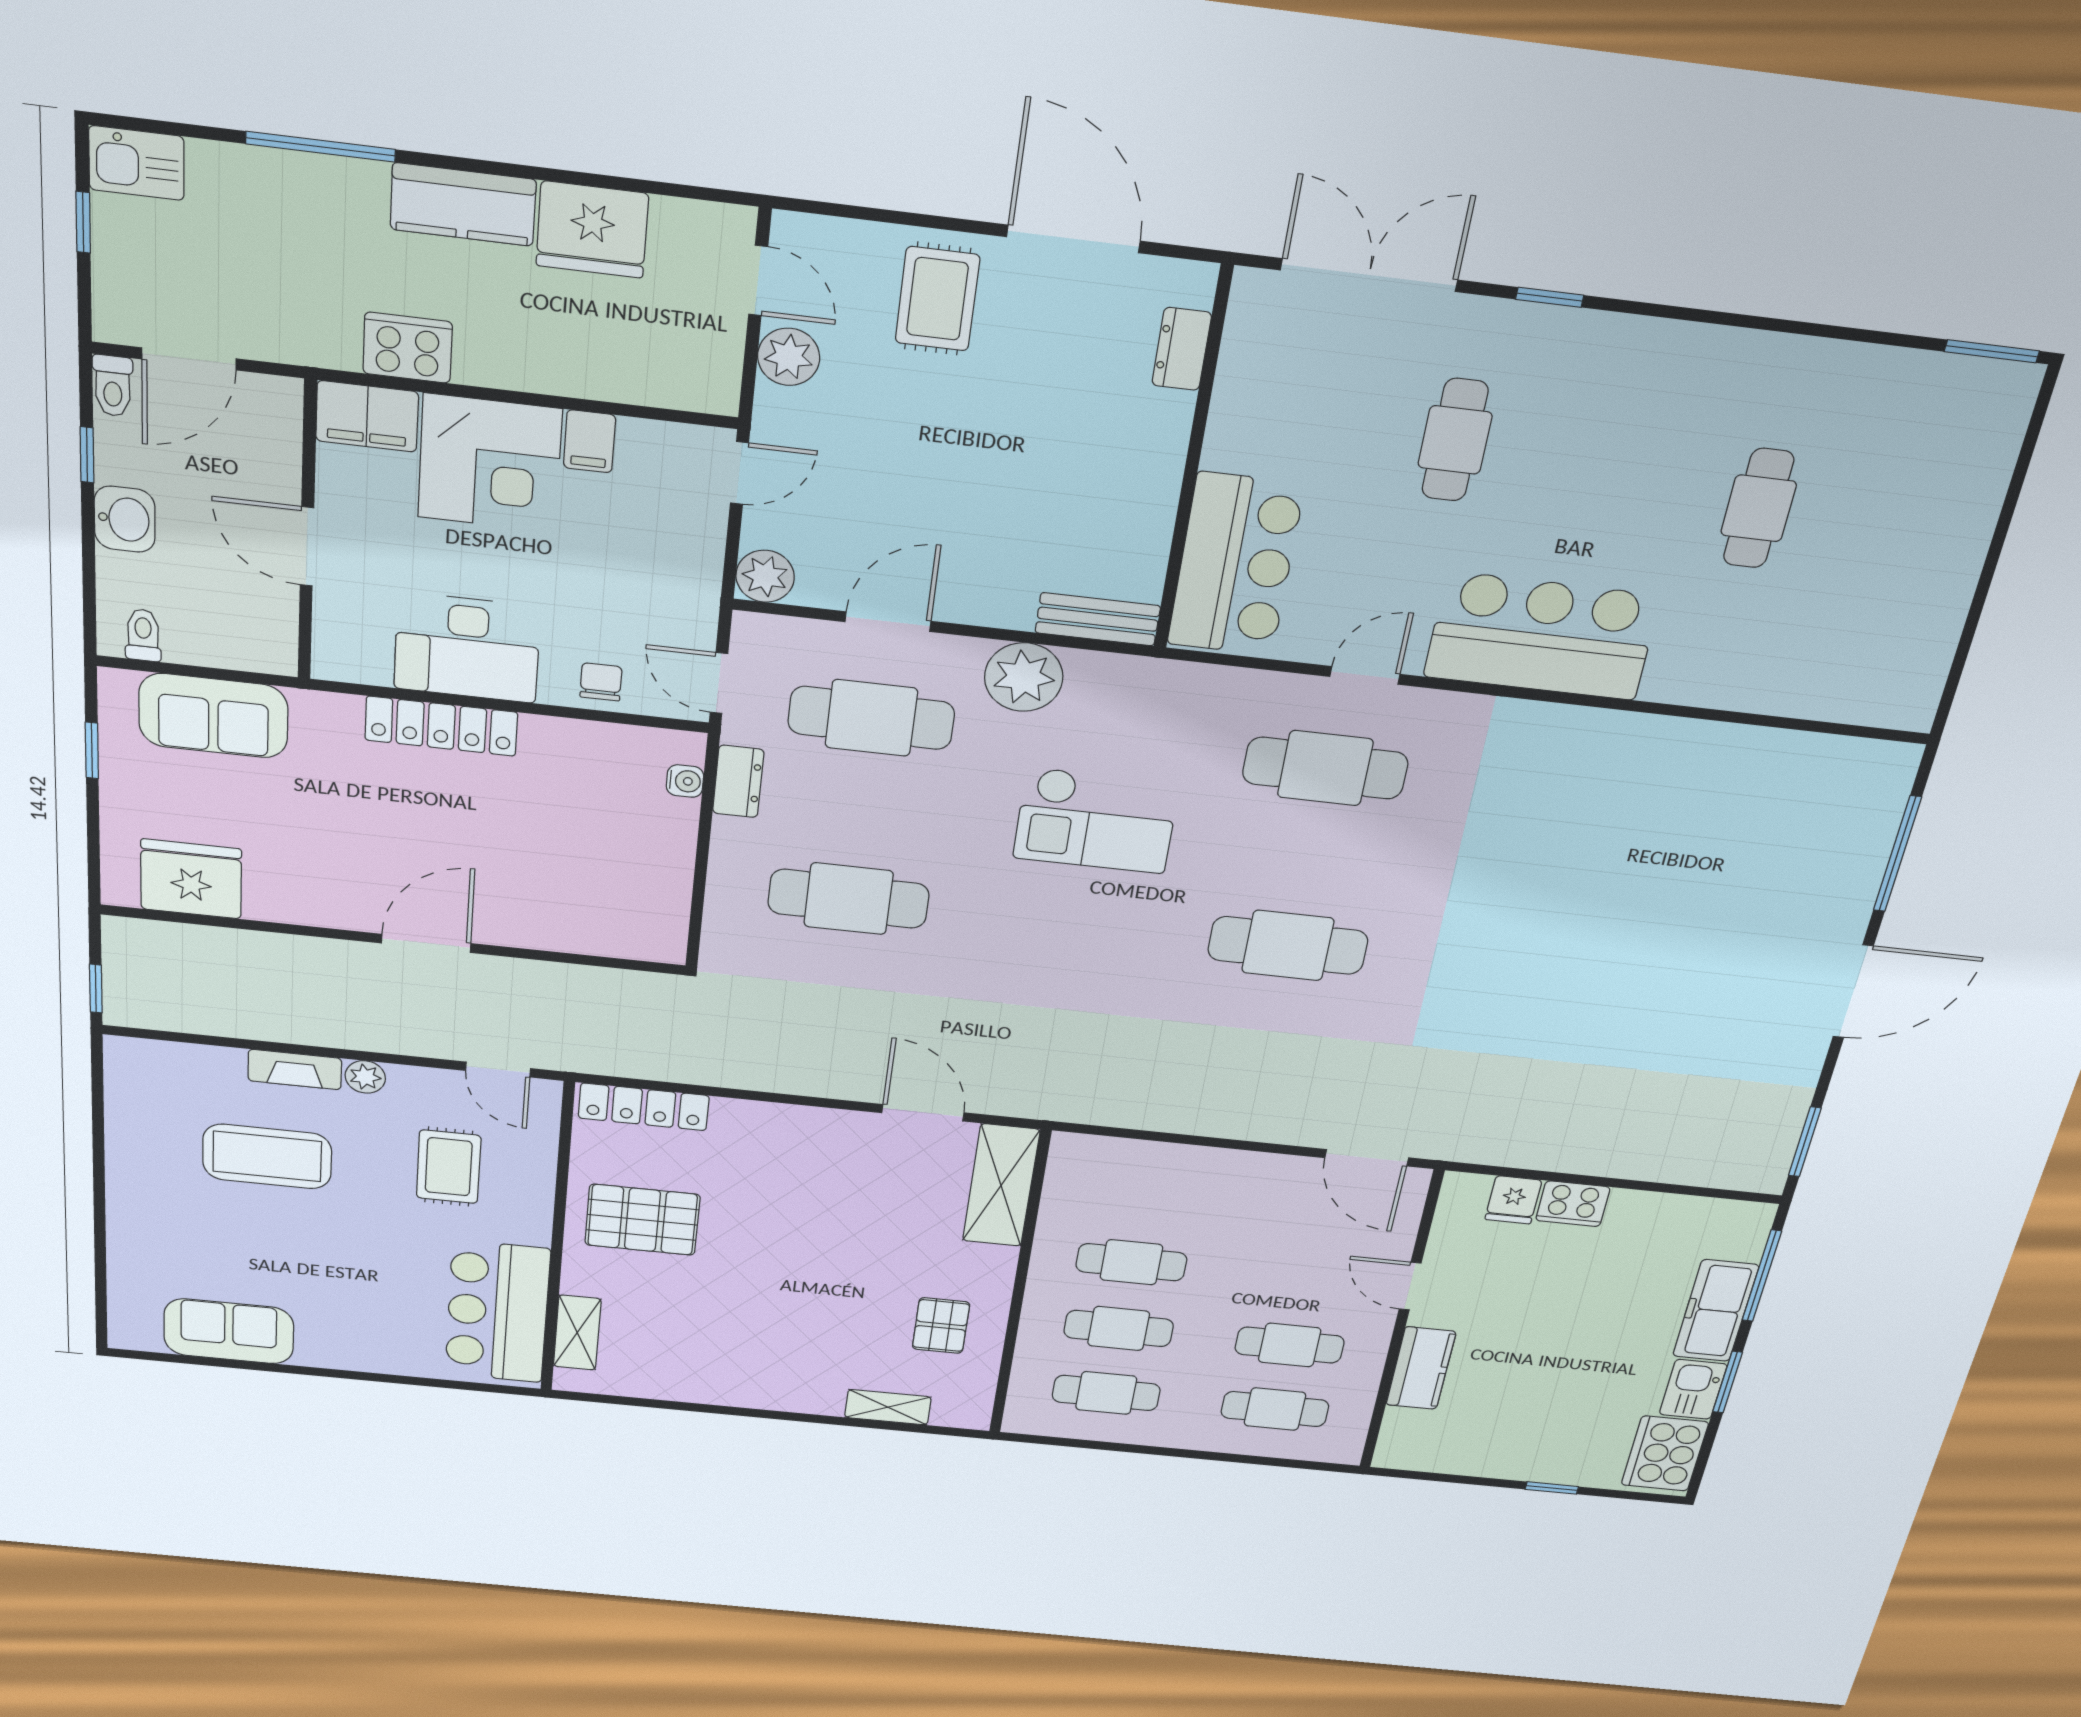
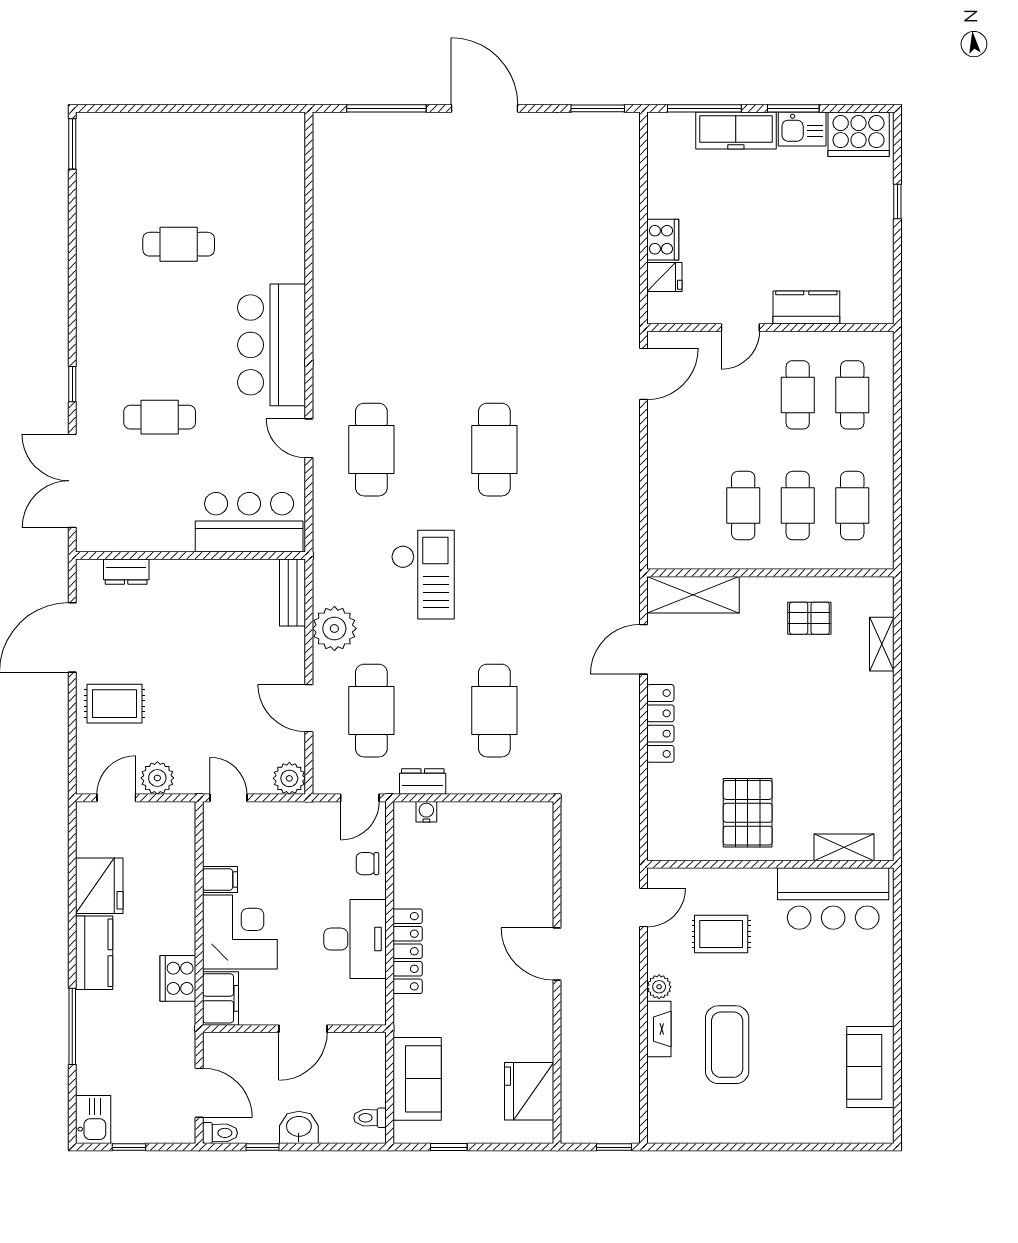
locker: (644, 1107) -> (660, 723), moved

